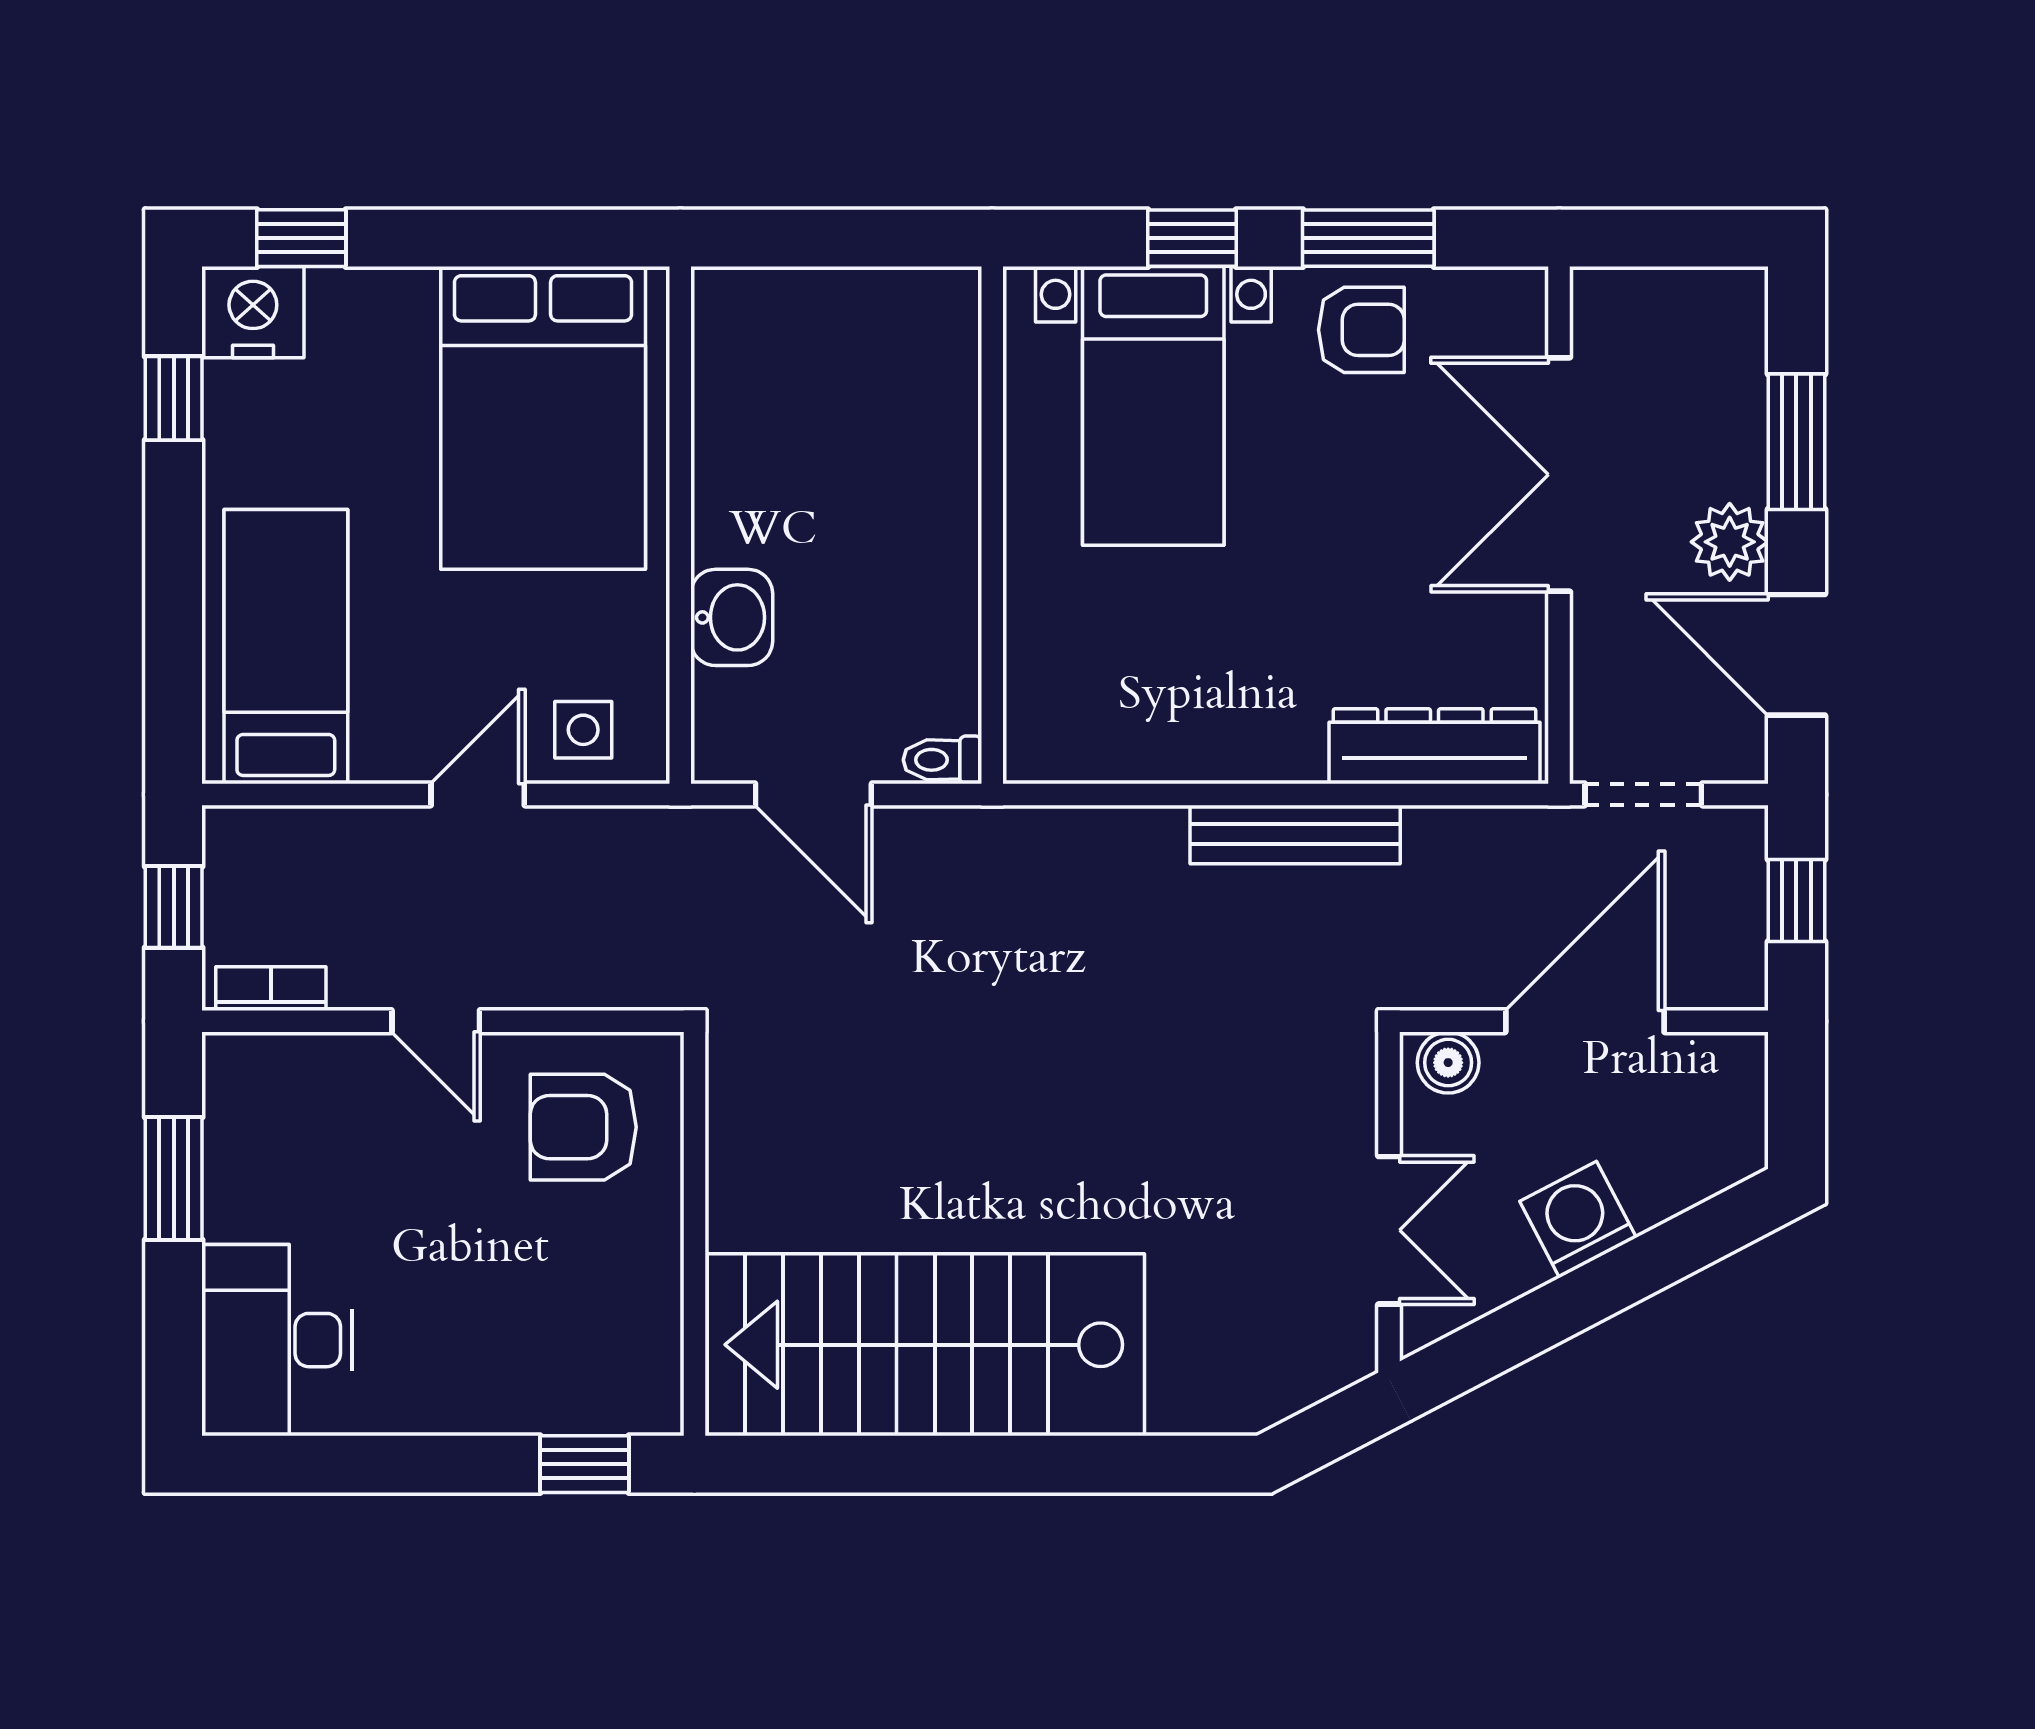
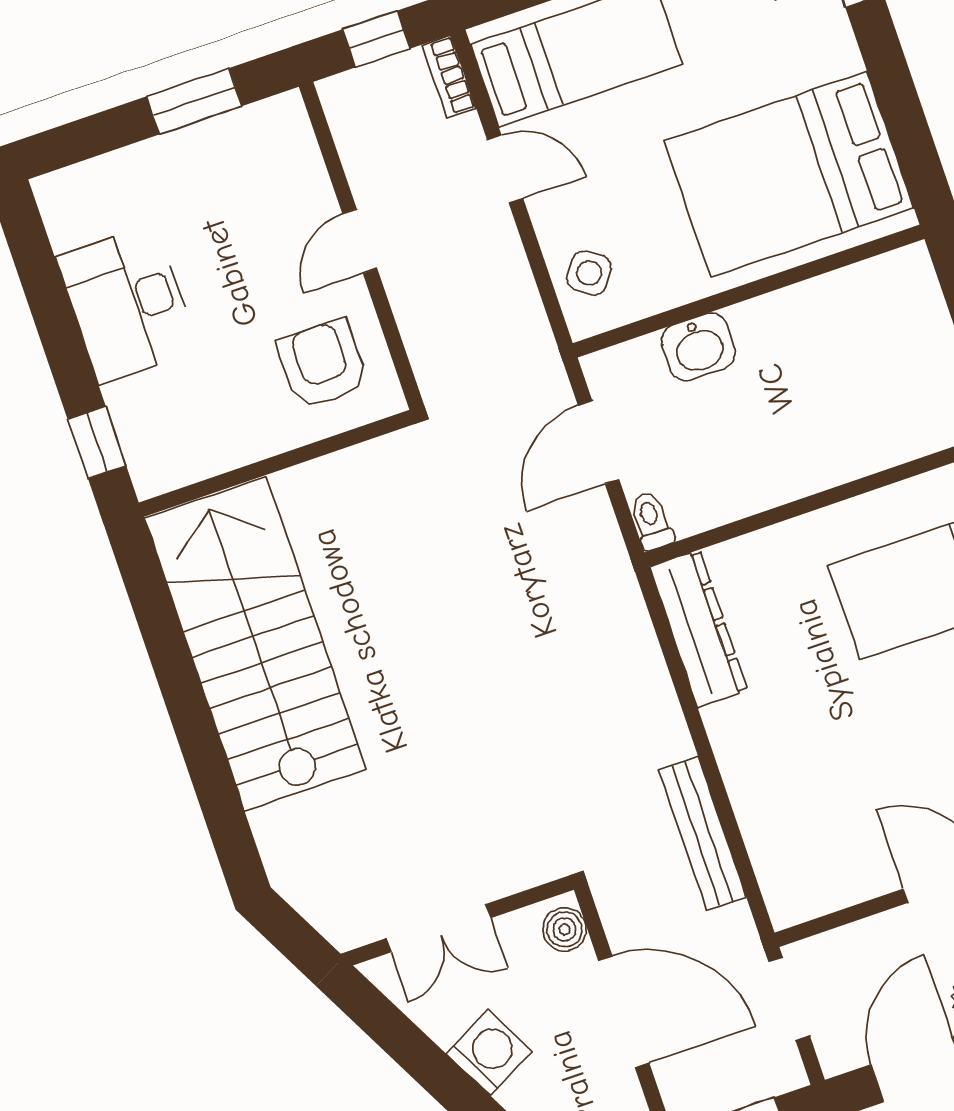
side table: (583, 730) -> (589, 273), turned 35
dresser: (1434, 746) -> (699, 629), moved
door: (478, 794) -> (505, 169), moved
bench: (1295, 834) -> (703, 834), moved
bookcase: (271, 989) -> (449, 77), moved, turned 180
desk: (277, 1340) -> (127, 304), moved, turned -90

